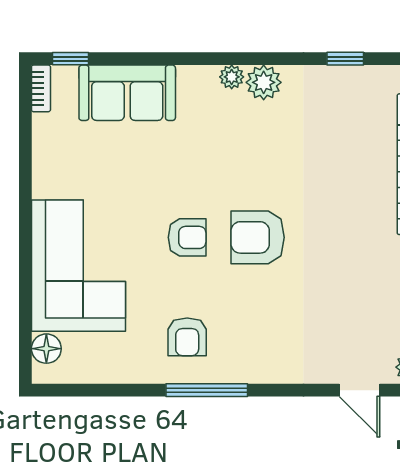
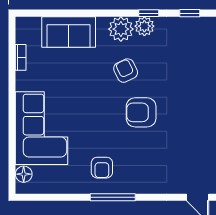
window: (71, 59) -> (149, 13), moved
plant: (232, 77) -> (121, 29), width x1.88, depth x1.88
bookcase: (41, 88) -> (21, 57), moved
armchair: (187, 237) -> (126, 71), moved, turned -116

